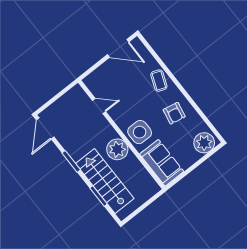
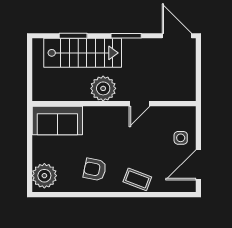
door: (99, 106) -> (139, 104), moved
side table: (140, 132) -> (181, 138), moved, width x0.54, depth x0.54

